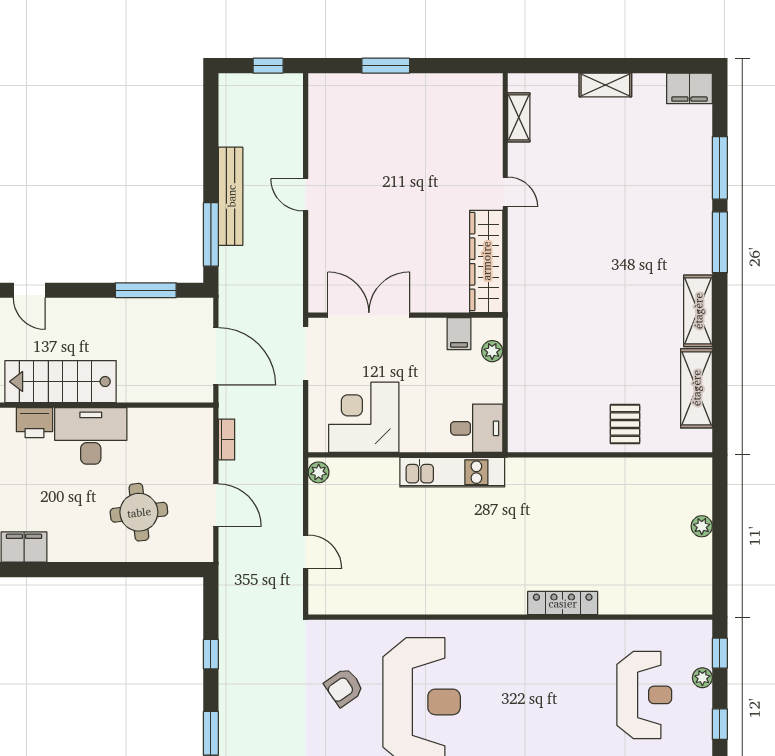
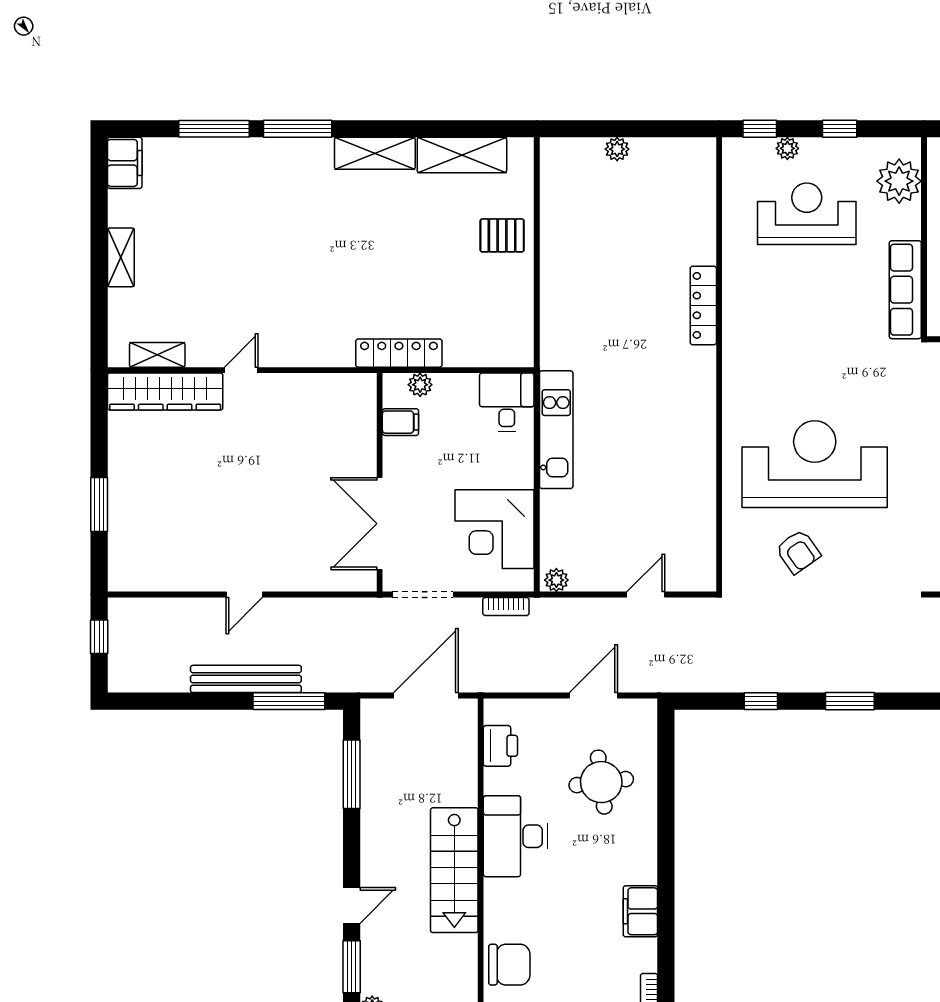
wardrobe: (486, 261) -> (165, 392), moved
locker: (520, 332) -> (399, 353), added
printer: (34, 423) -> (500, 746), moved
bookcase: (227, 439) -> (506, 607), moved, turned 180

